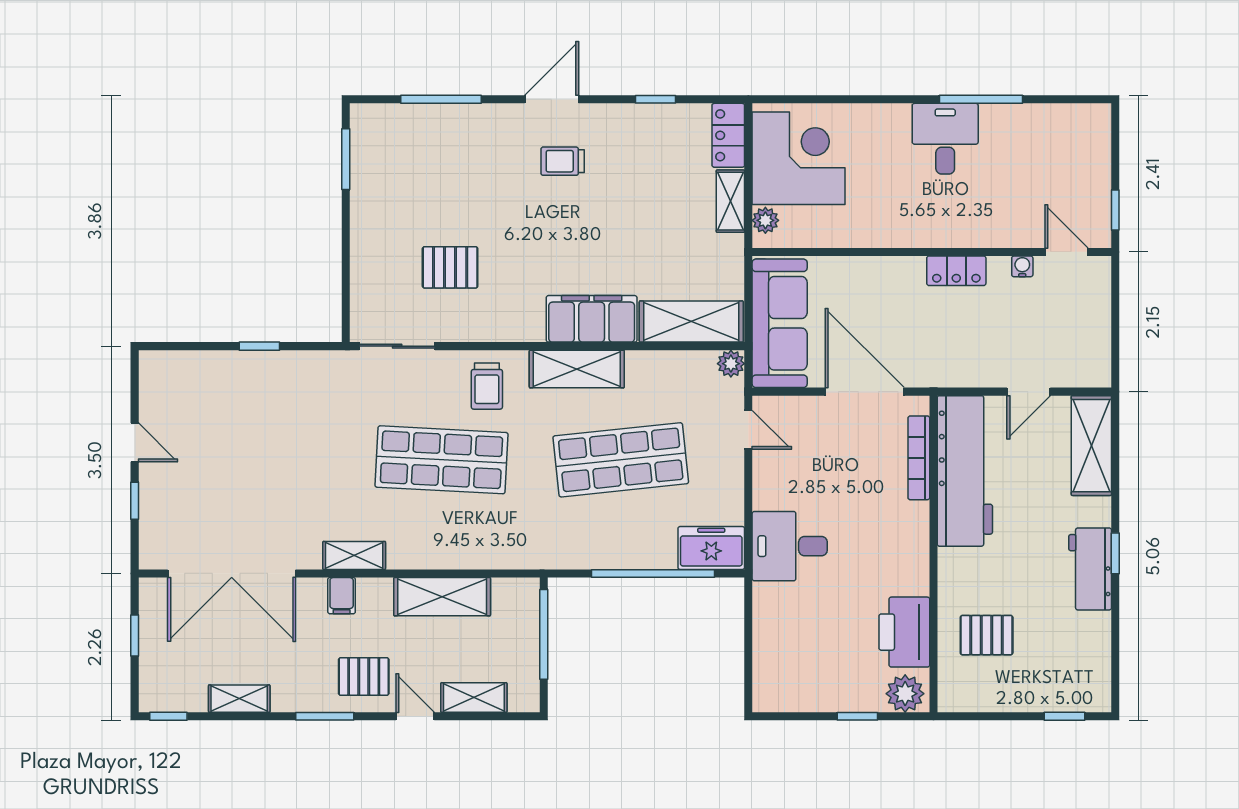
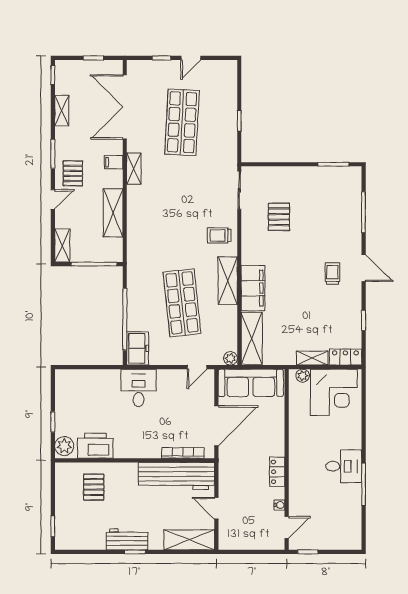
shop shelf: (441, 460) -> (182, 122), moved
shelving: (474, 698) -> (62, 245), moved

